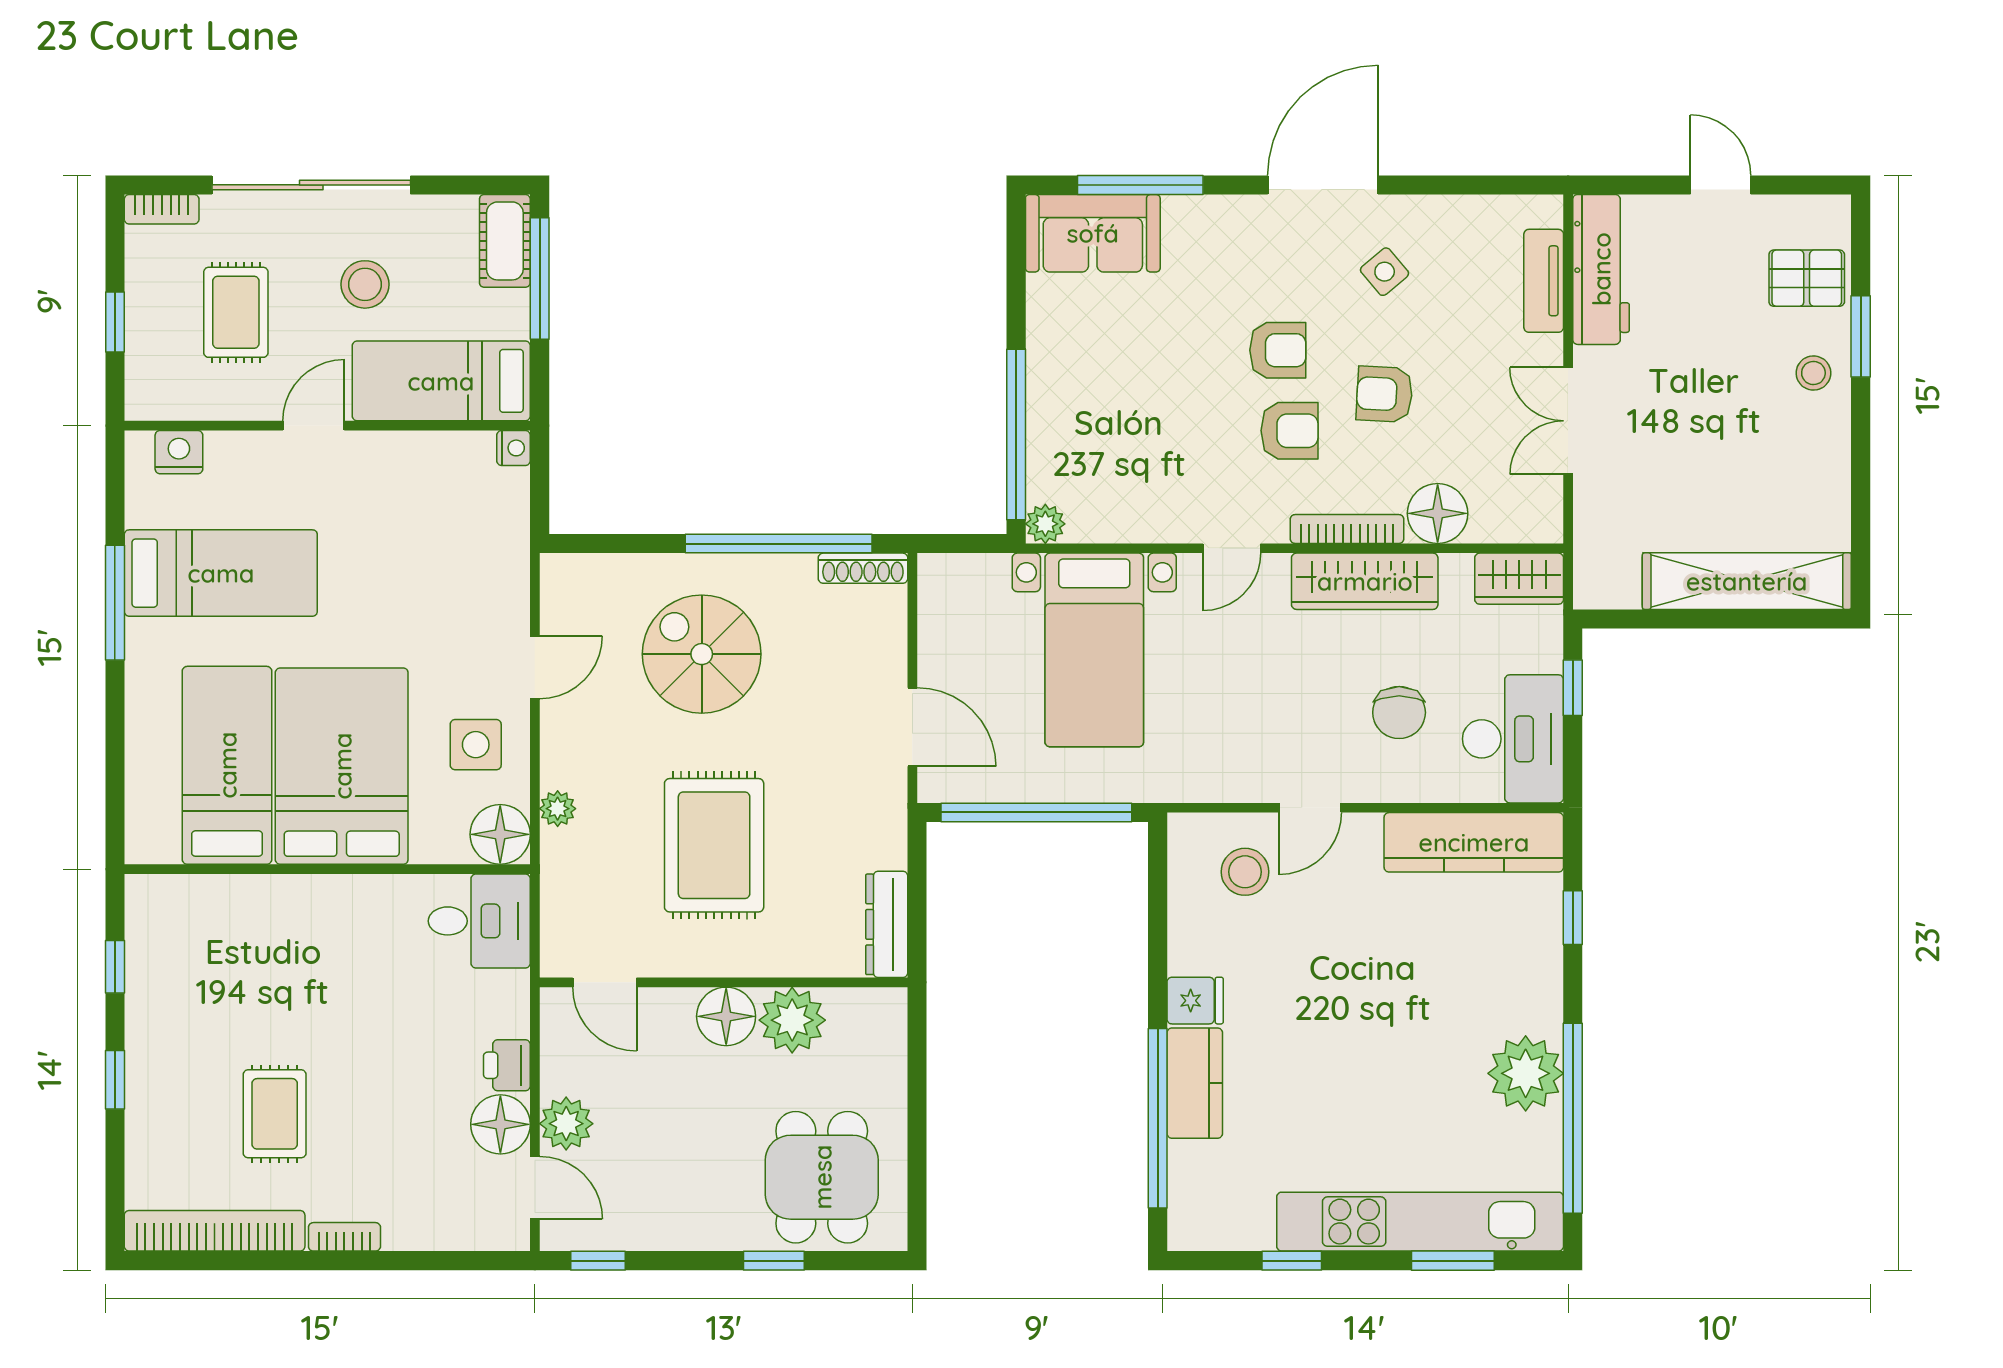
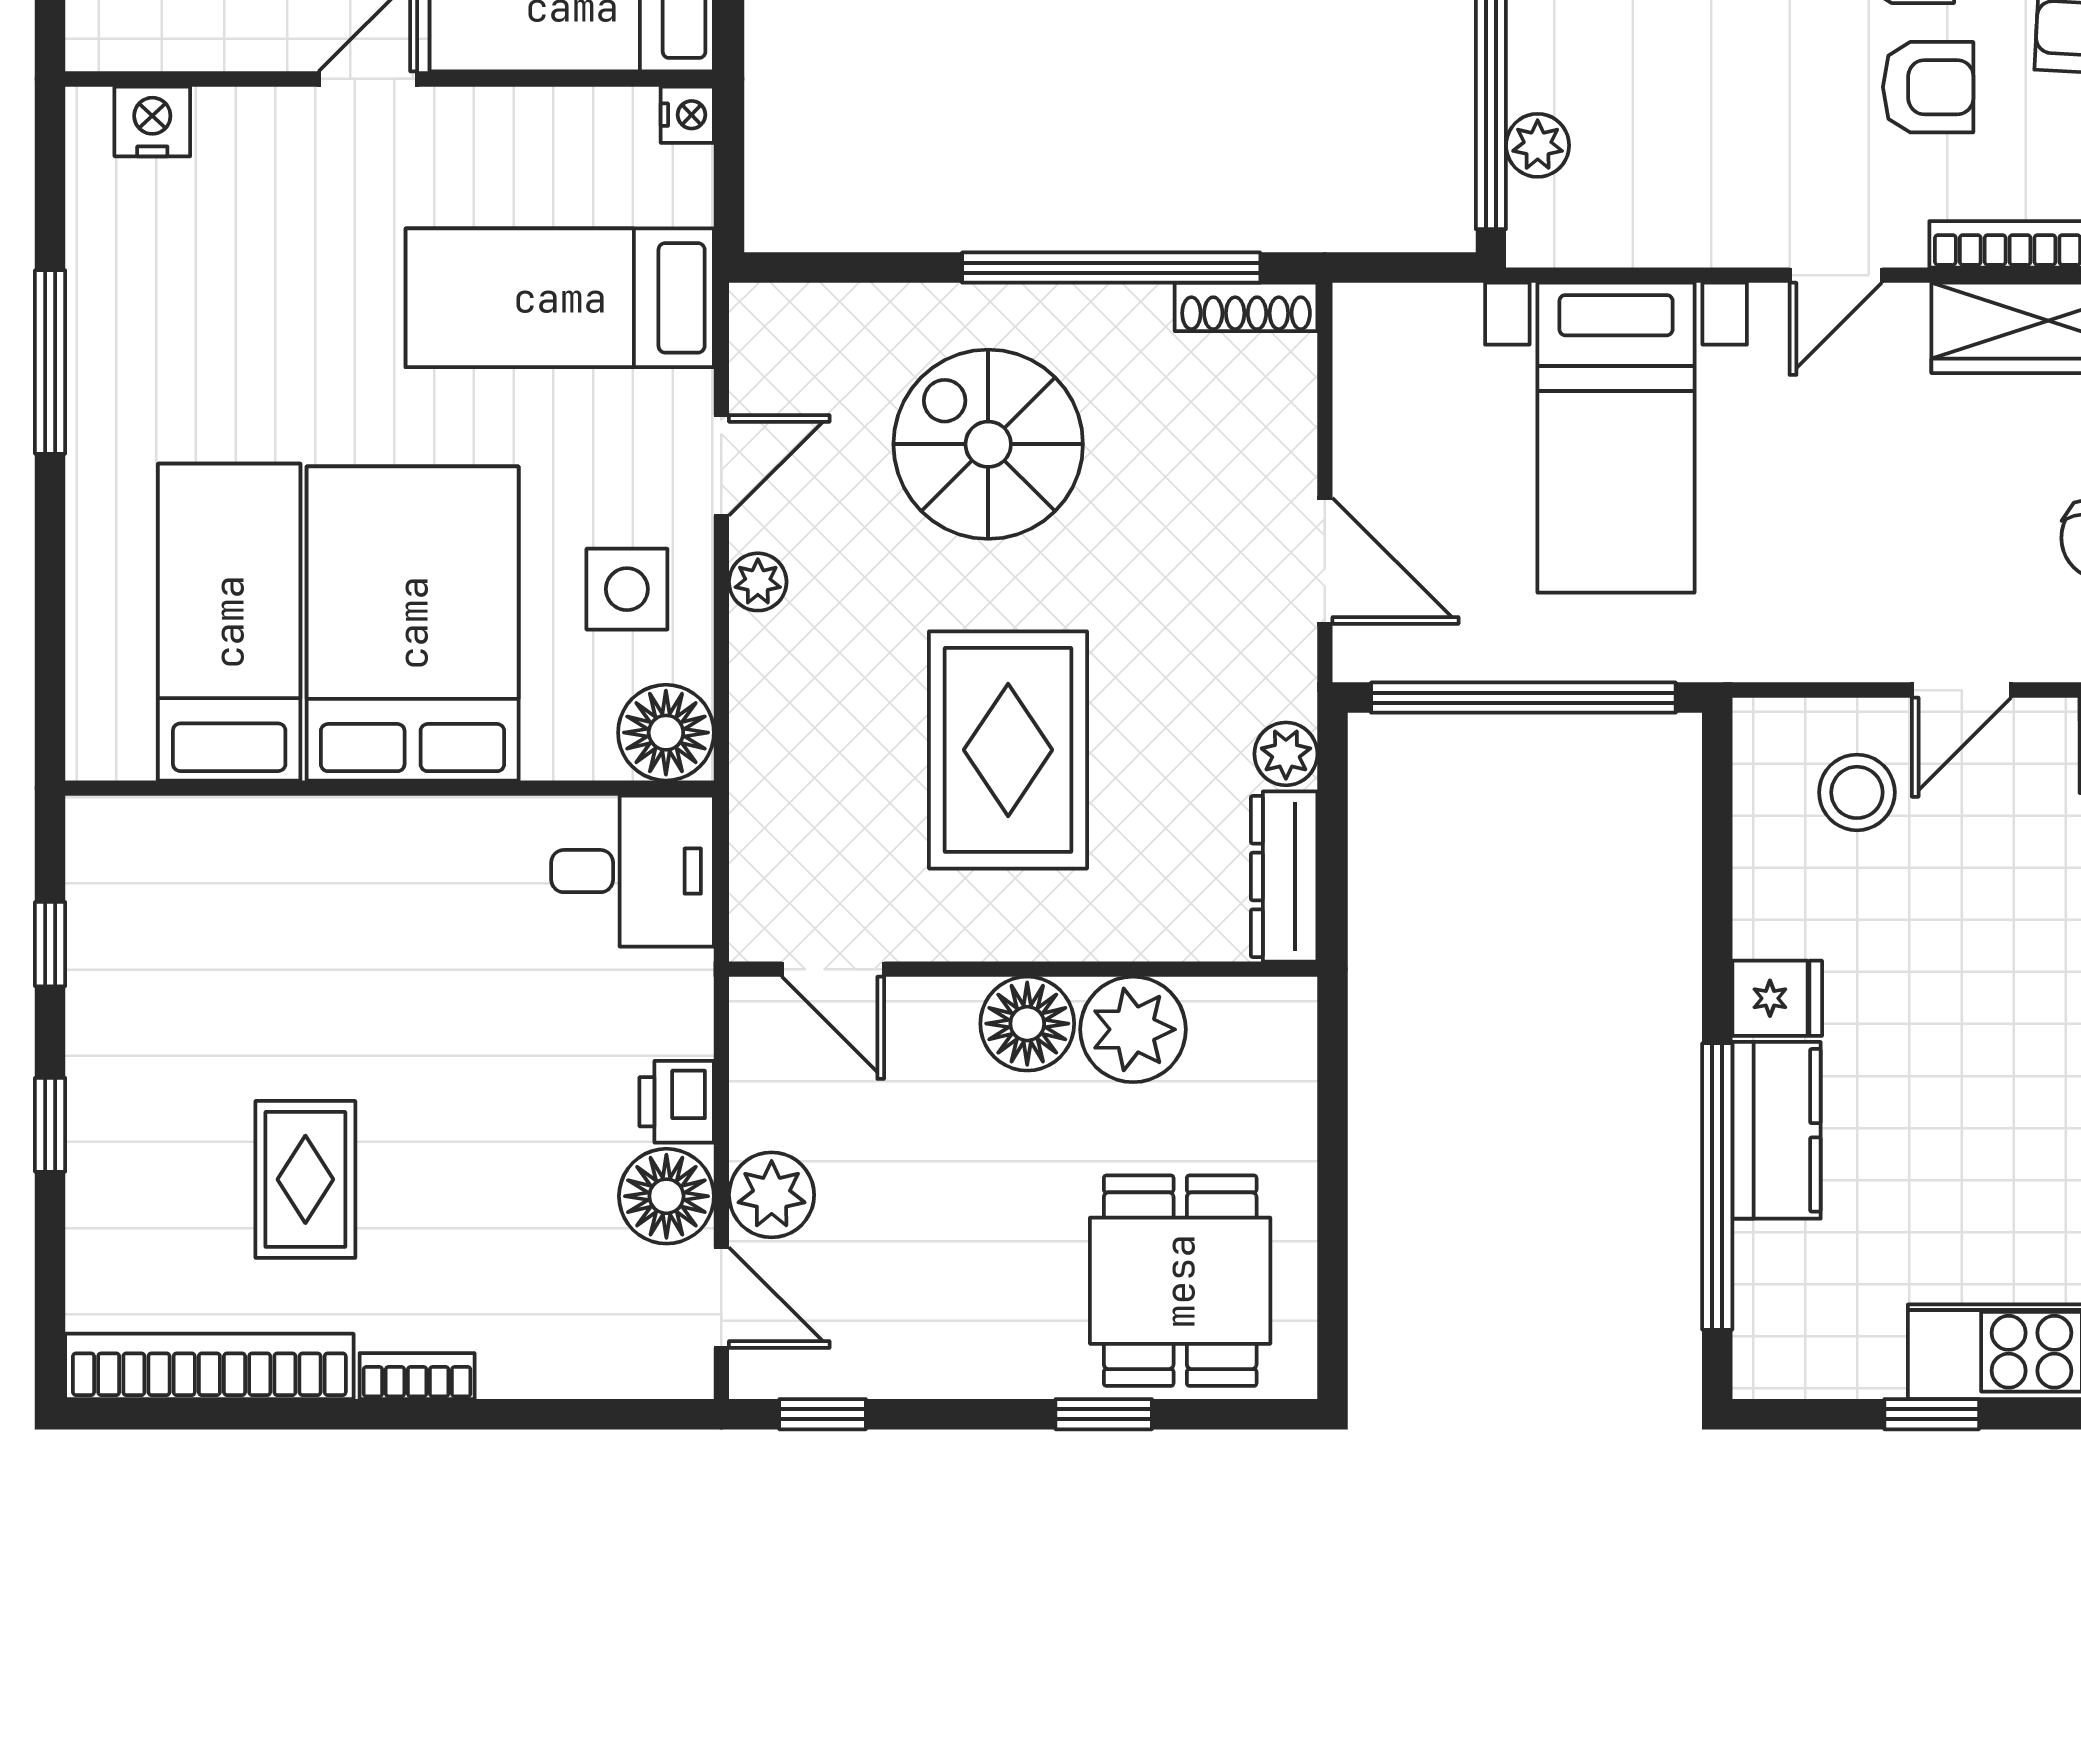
plant: (1045, 524) -> (1538, 145), moved
bed: (221, 573) -> (560, 298), moved, turned 180
plant: (558, 809) -> (758, 582), moved
plant: (888, 848) -> (1286, 754), added

